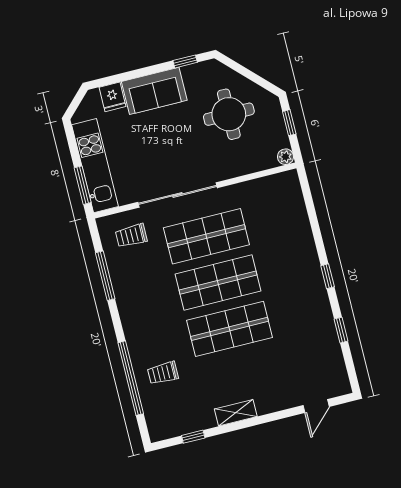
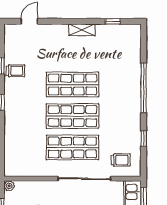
window: (105, 276) -> (144, 138), width x0.46
trolley: (163, 373) -> (15, 71), moved
window: (131, 378) -> (144, 88), moved

